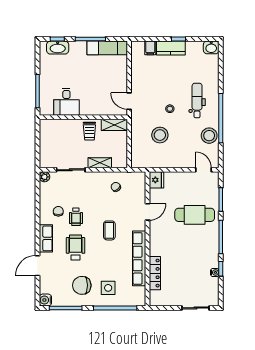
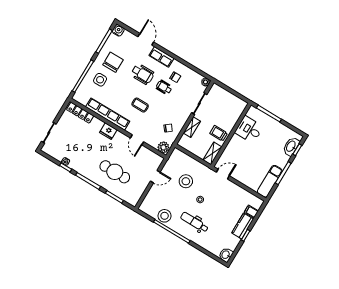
dental chair: (197, 100) -> (194, 222), turned 180
door: (204, 170) -> (155, 177), moved
plant: (139, 180) -> (163, 147), added
fridge: (156, 180) -> (108, 131), moved
cafe table: (195, 215) -> (115, 172), turned 90
locker: (155, 273) -> (80, 113), moved

